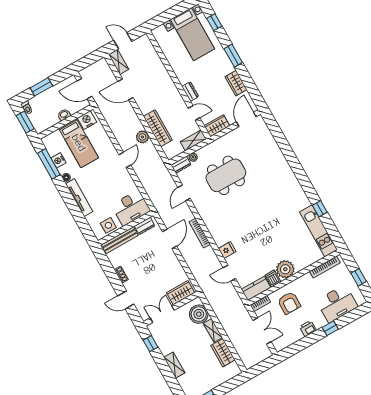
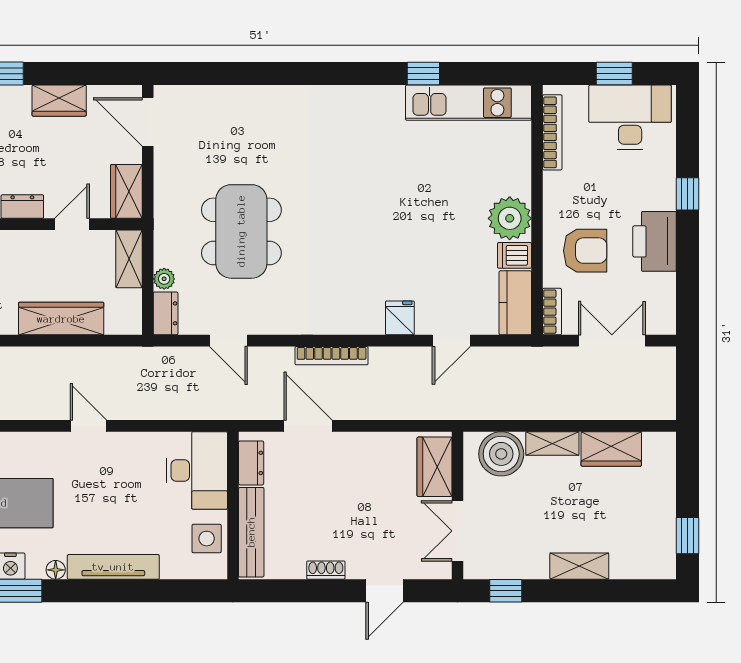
plant: (142, 137) -> (61, 361), removed
desk: (337, 304) -> (630, 117), moved, turned -90
printer: (308, 329) -> (655, 241), width x1.87, depth x1.48

